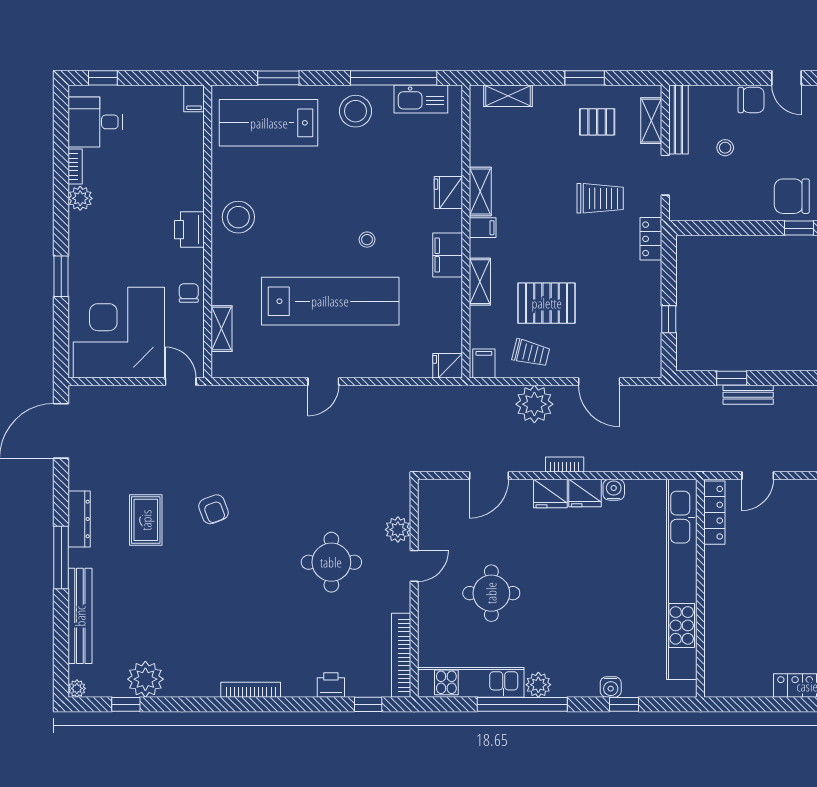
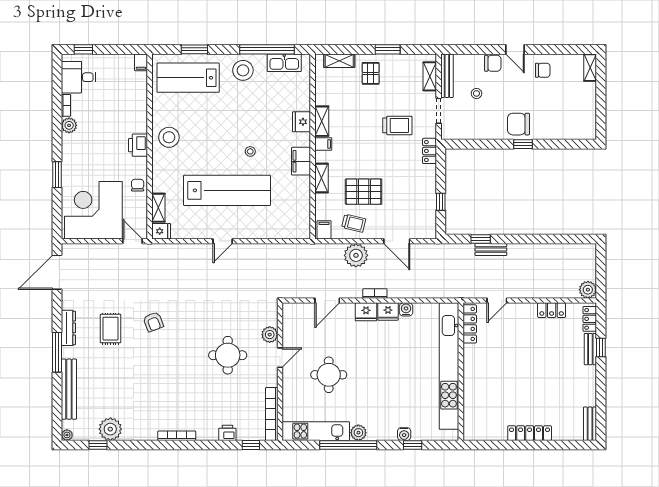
pallet: (597, 122) -> (371, 73), moved, turned 90
fridge: (448, 366) -> (161, 231), moved, turned 180

